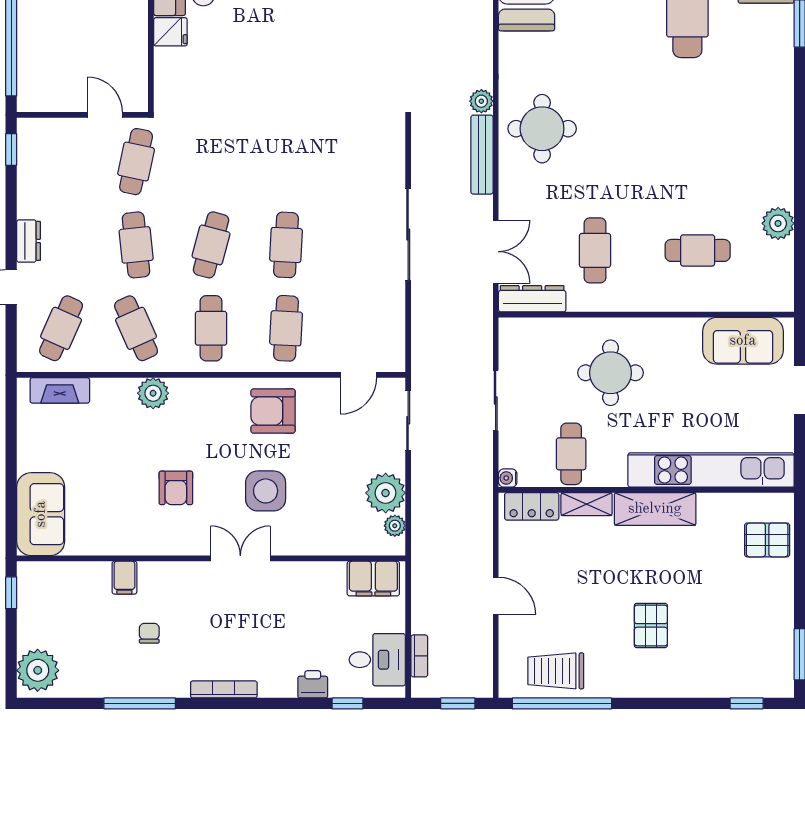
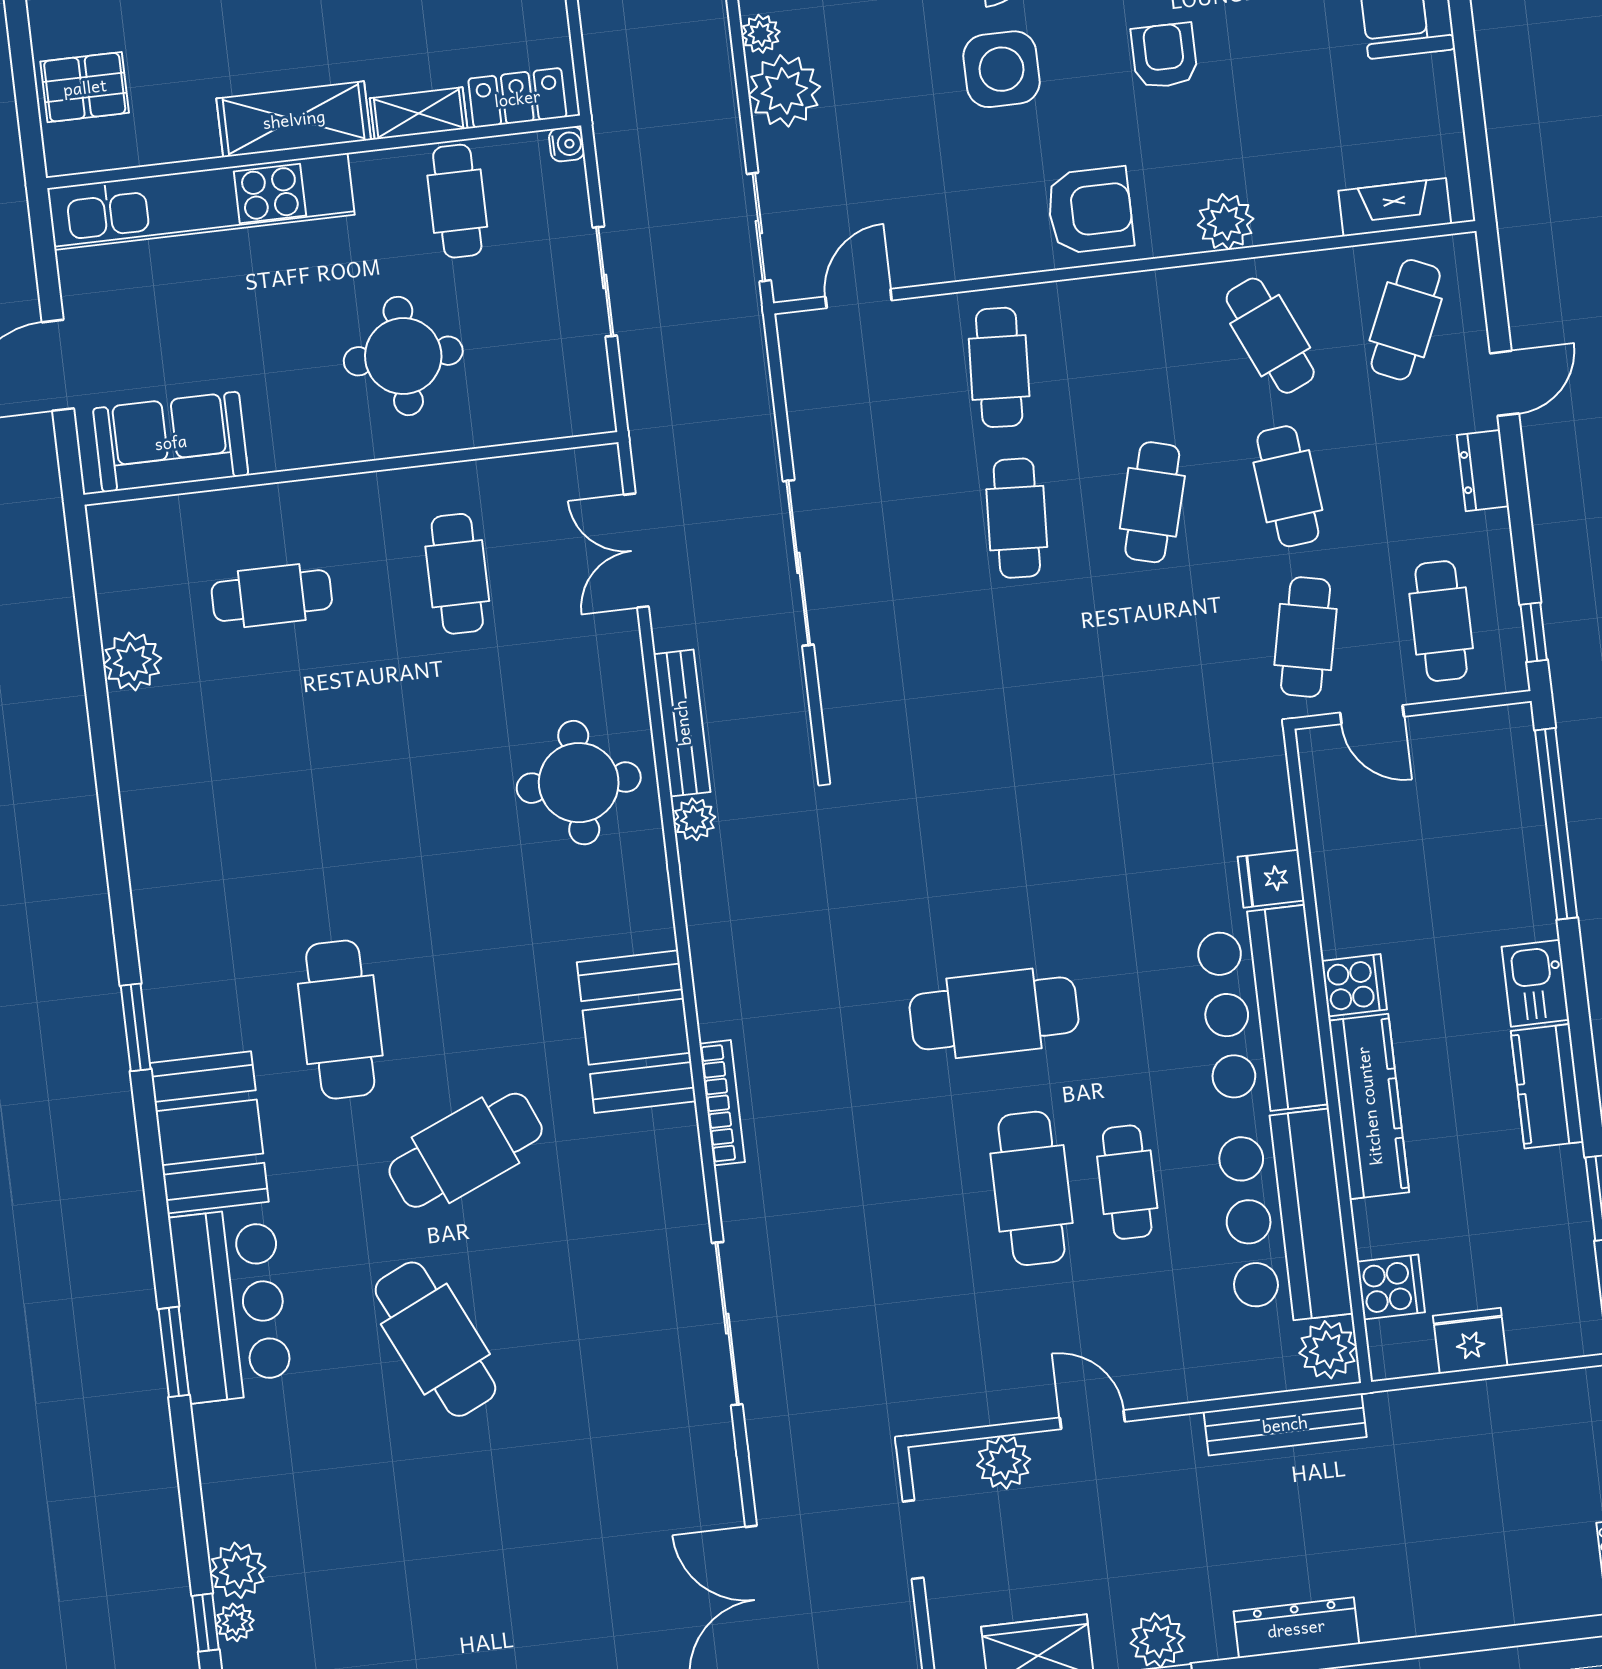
dresser: (532, 299) -> (561, 473), removed
cafe table: (211, 328) -> (1441, 621), moved
armchair: (273, 411) -> (1090, 210), moved

